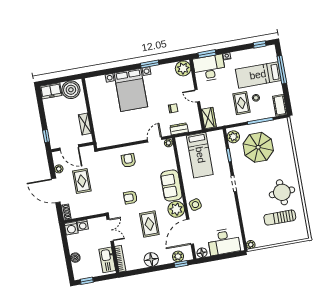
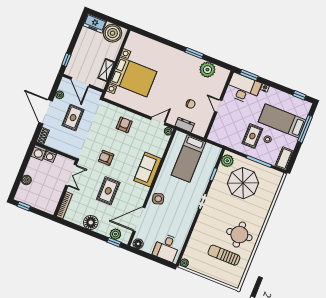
plant: (183, 68) -> (207, 70), moved
bed with nightstands: (131, 90) -> (133, 77), moved, turned -90
wardrobe: (209, 118) -> (216, 131), removed
plant: (176, 209) -> (139, 193), removed
desk: (224, 242) -> (167, 248), width x0.73
kitchen sink: (107, 260) -> (53, 199), removed

